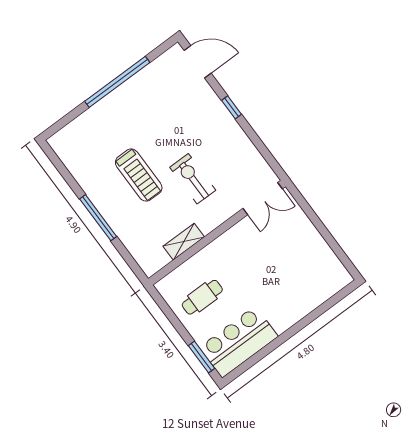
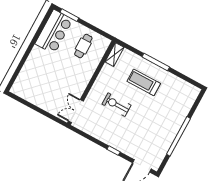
treadmill: (139, 175) -> (144, 82), moved
exercise bike: (193, 179) -> (116, 105), turned 180
shelving: (184, 242) -> (115, 55), moved

